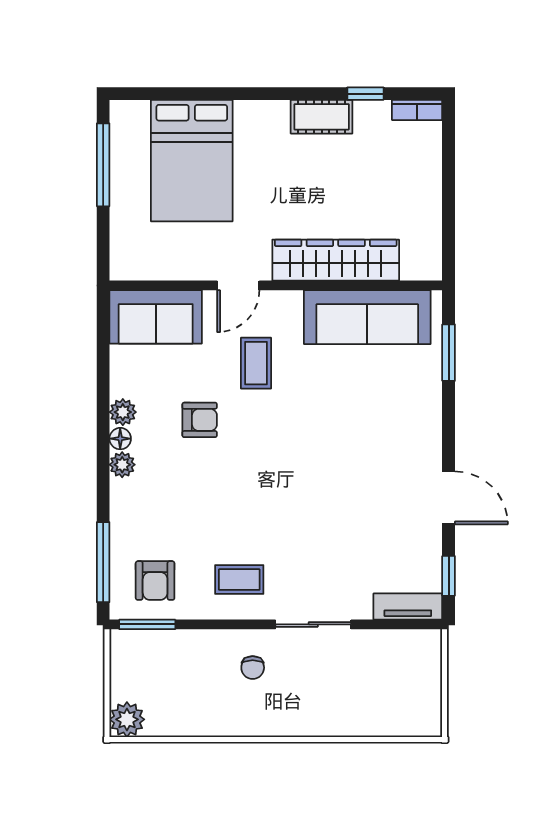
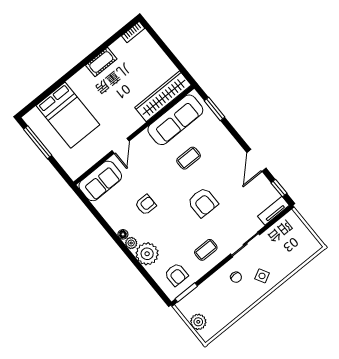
window: (365, 94) -> (110, 41), removed
wardrobe: (336, 260) -> (163, 96), moved
coffee table: (256, 363) -> (189, 158), moved, turned 90
plant: (123, 412) -> (147, 254), moved, width x1.88, depth x1.88
armchair: (300, 495) -> (203, 202), added
door: (449, 498) -> (256, 160), swing flipped
window: (103, 562) -> (153, 283), removed
side table: (298, 701) -> (262, 276), added
plant: (127, 719) -> (198, 322), moved

